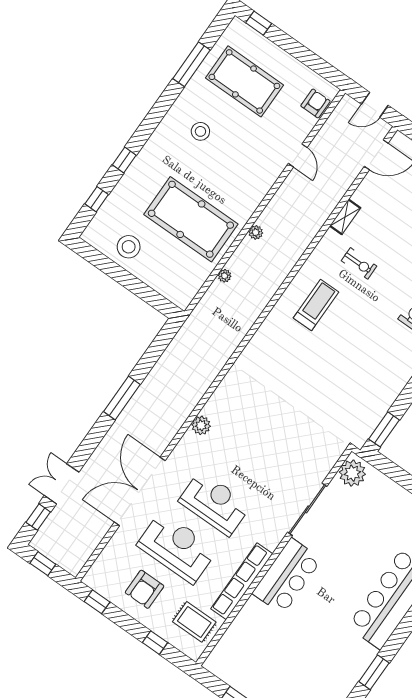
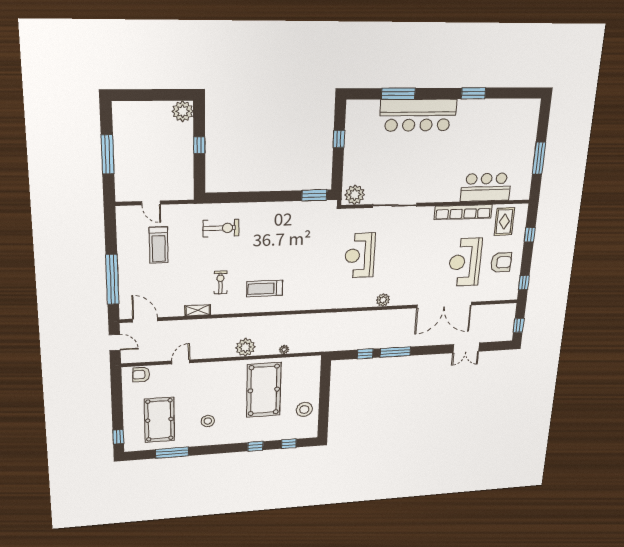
plant: (256, 232) -> (245, 347), width x1.87, depth x1.87
reception desk: (215, 503) -> (360, 255), moved
window: (38, 517) -> (365, 354), moved
bar counter: (287, 576) -> (486, 187), moved

